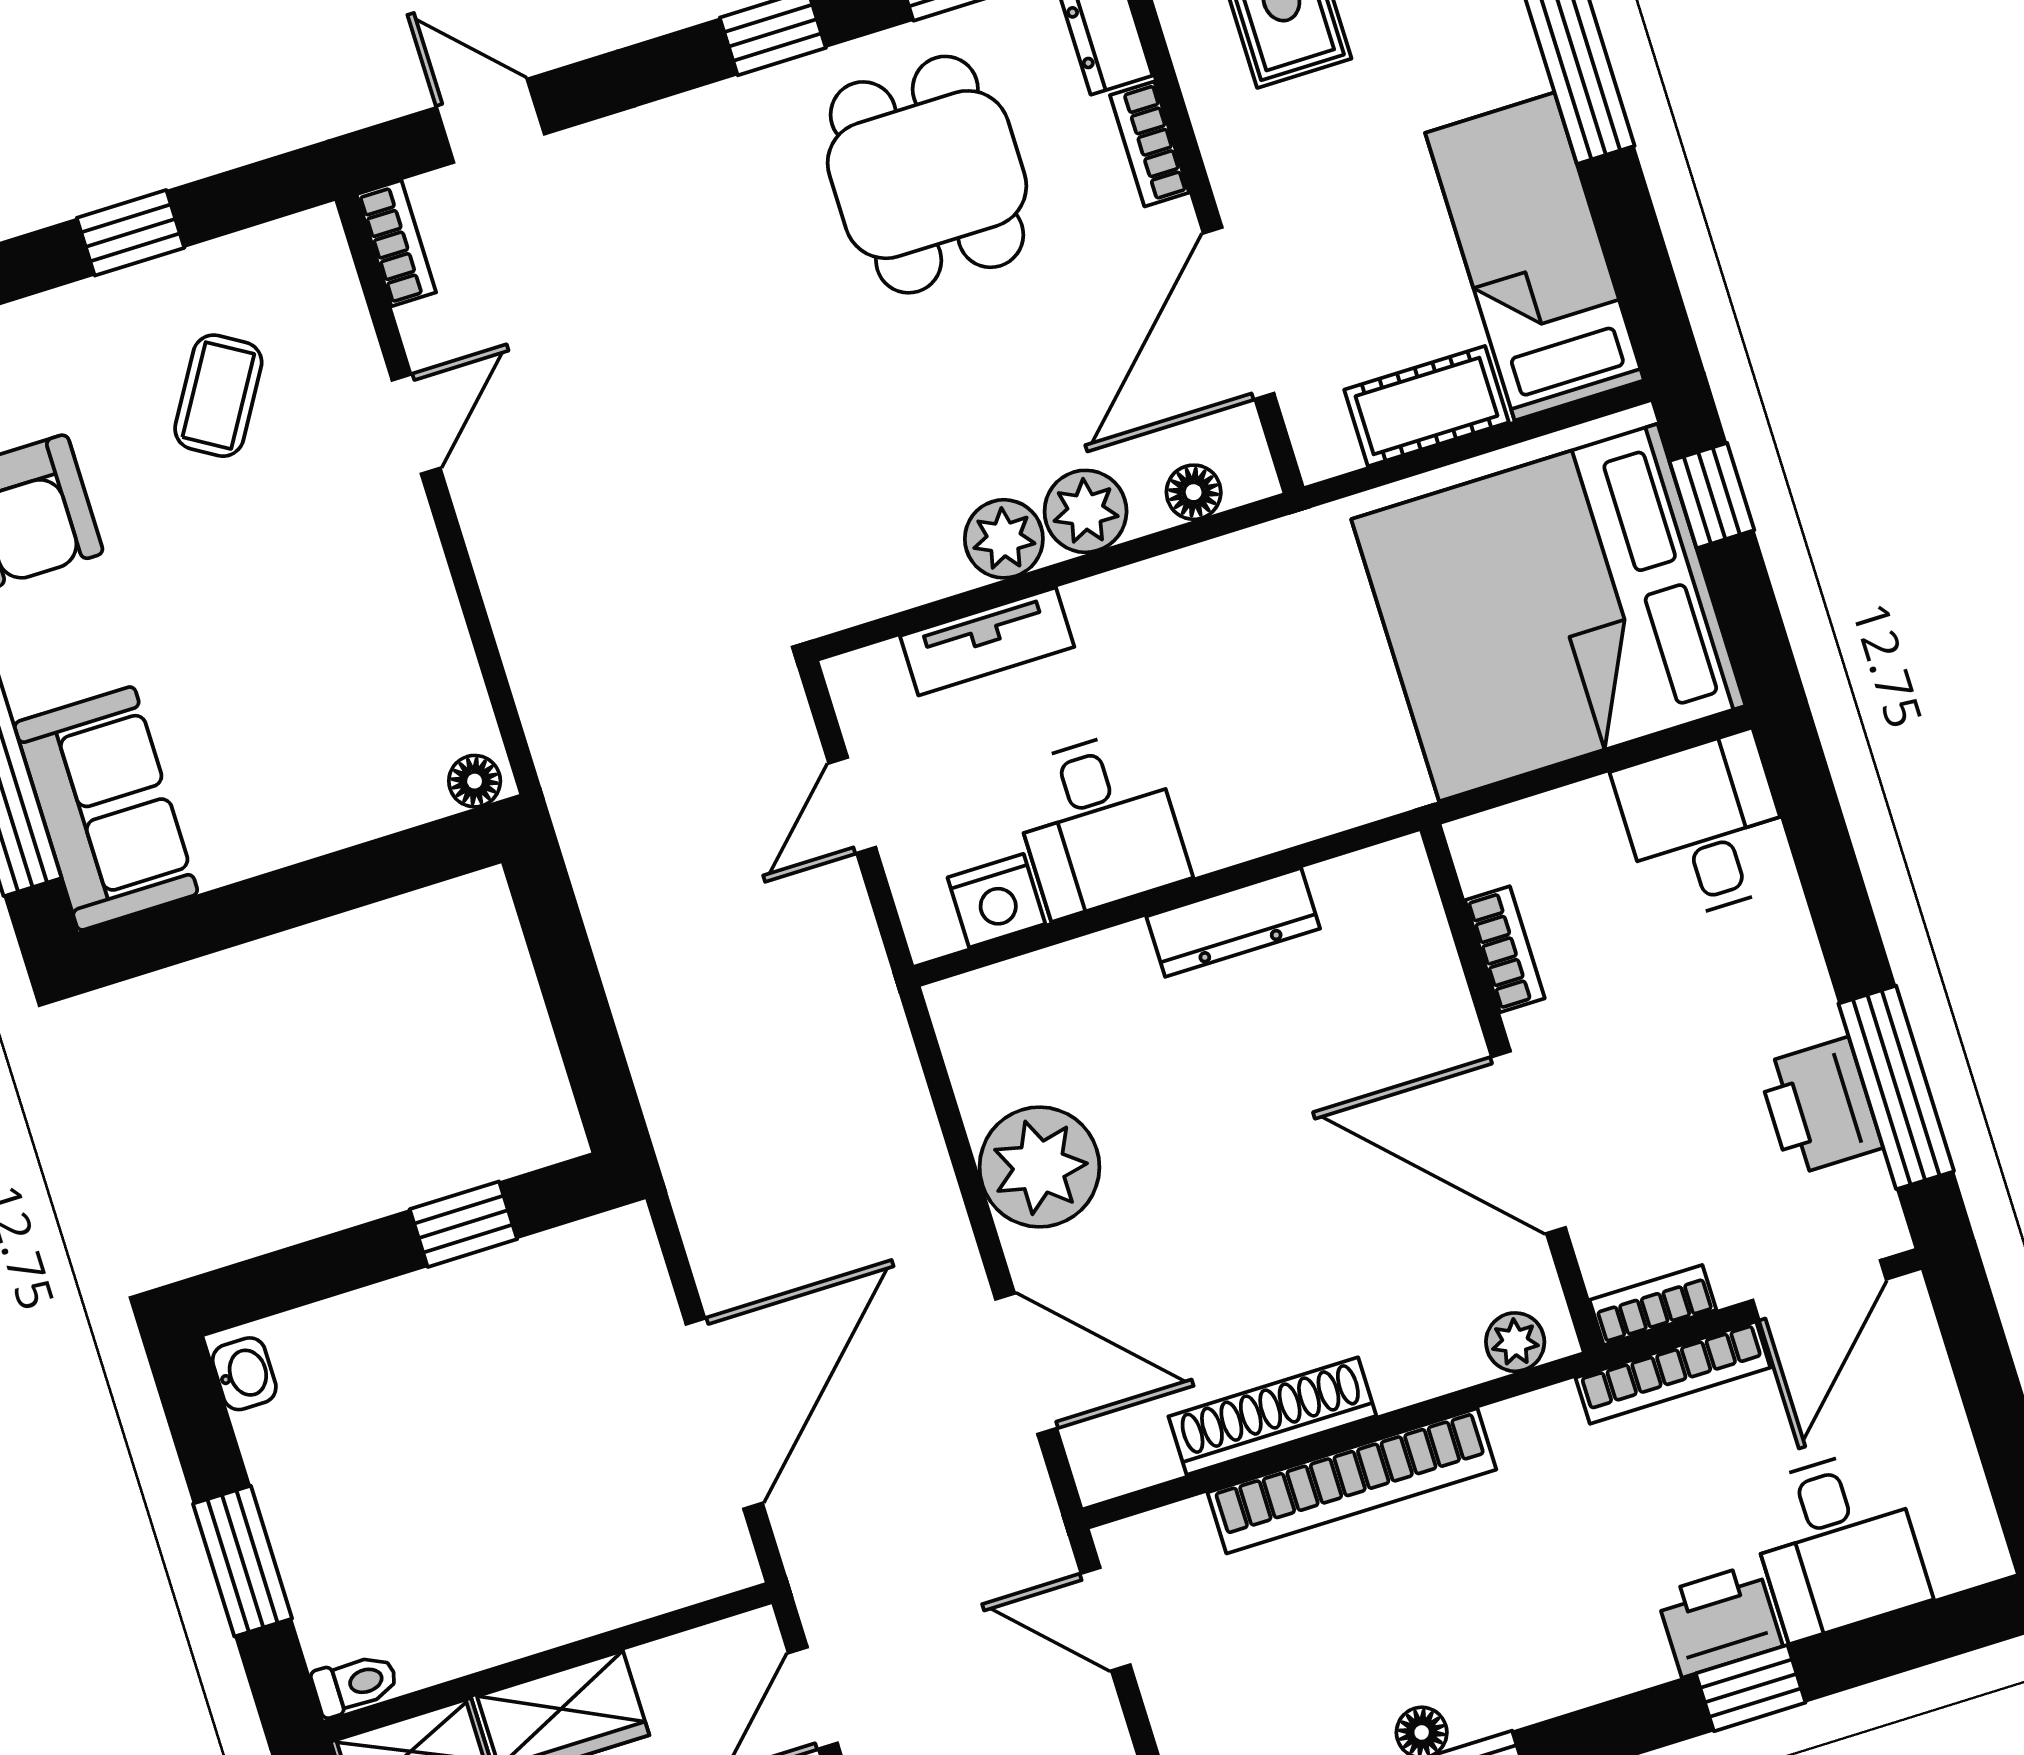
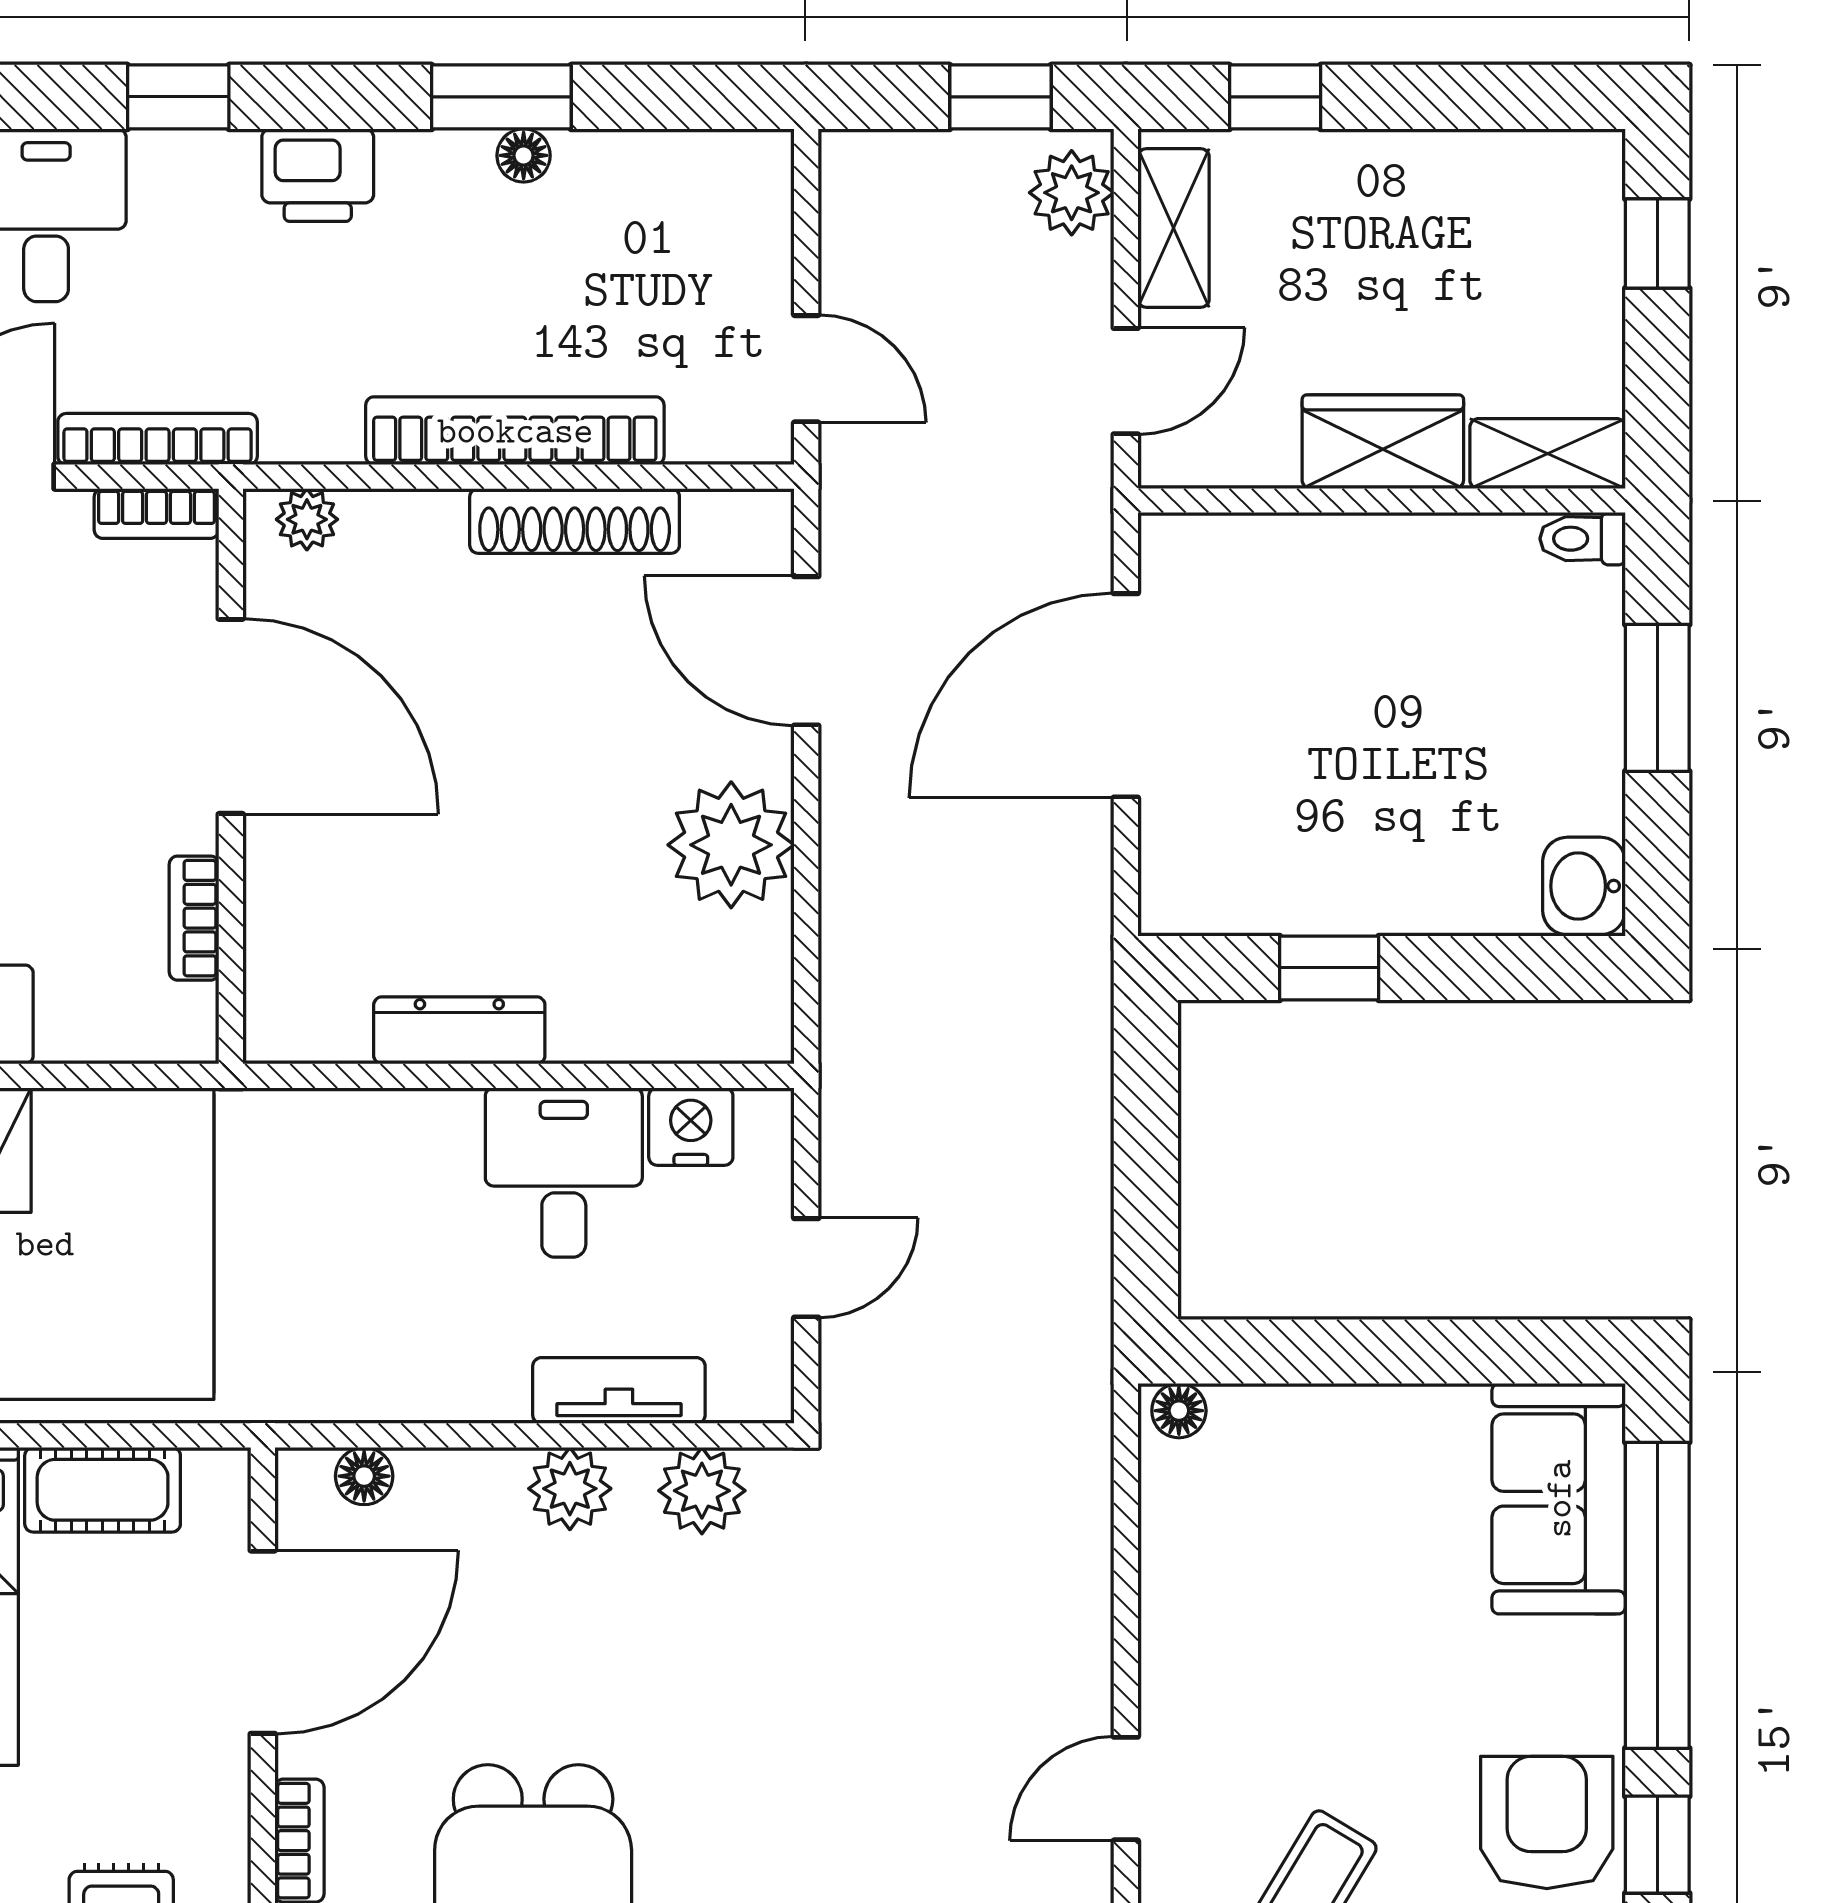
plant: (1086, 511) -> (702, 1491), moved
washbasin: (244, 1374) -> (1584, 886), width x1.38, depth x1.45
printer: (1719, 1620) -> (318, 175), moved

